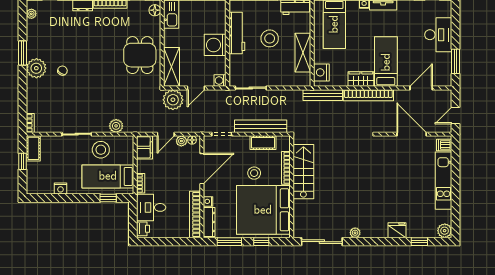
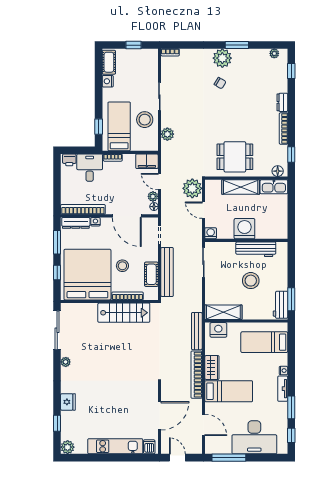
desk: (438, 35) -> (254, 437), width x1.36, depth x1.30
shelving: (303, 53) -> (223, 312), moved
window: (455, 61) -> (229, 458), width x1.44
shelving: (171, 67) -> (241, 187), moved
cot: (33, 148) -> (109, 62), moved, turned 90

